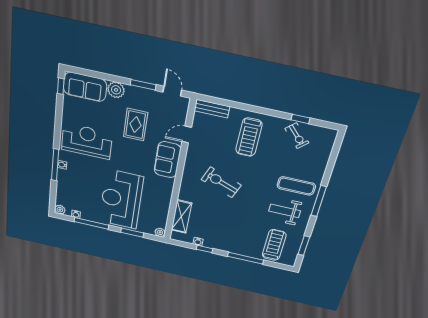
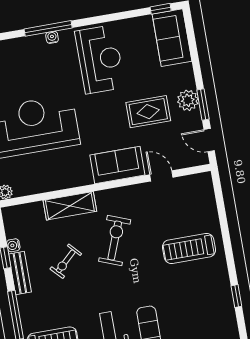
plant: (116, 90) -> (188, 100), moved
door: (172, 91) -> (209, 140), swing flipped
bench: (212, 109) -> (20, 273), moved
exercise bike: (297, 136) -> (66, 261), moved
shelving: (181, 217) -> (70, 206), moved

